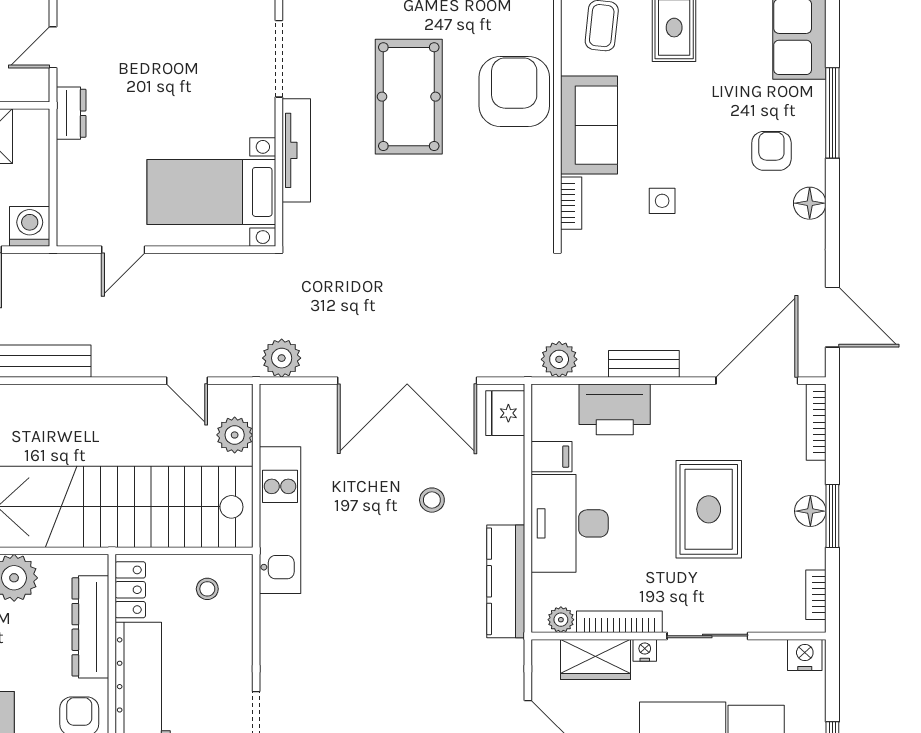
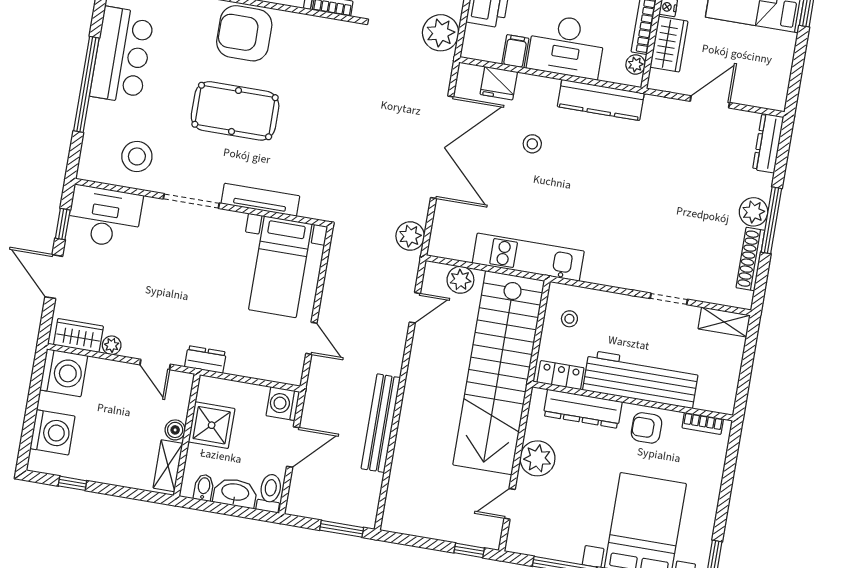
plant: (559, 359) -> (441, 33), width x1.36, depth x1.36
fridge: (505, 413) -> (499, 83), moved

